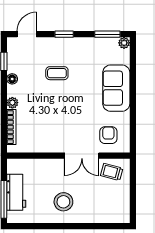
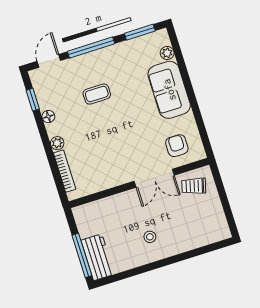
window: (64, 34) -> (91, 47), width x2.17
plant: (124, 43) -> (167, 53), moved
workbench: (16, 192) -> (98, 257), moved
stool: (63, 202) -> (150, 237), width x0.53, depth x0.53

